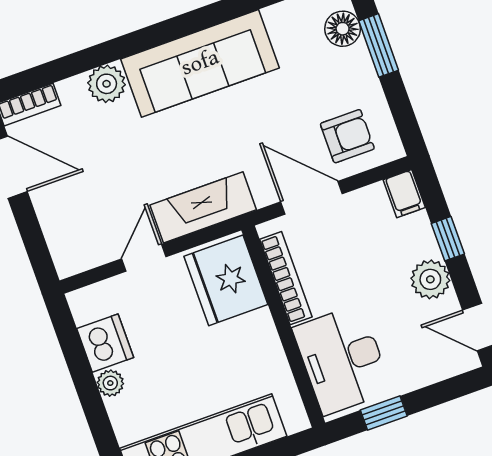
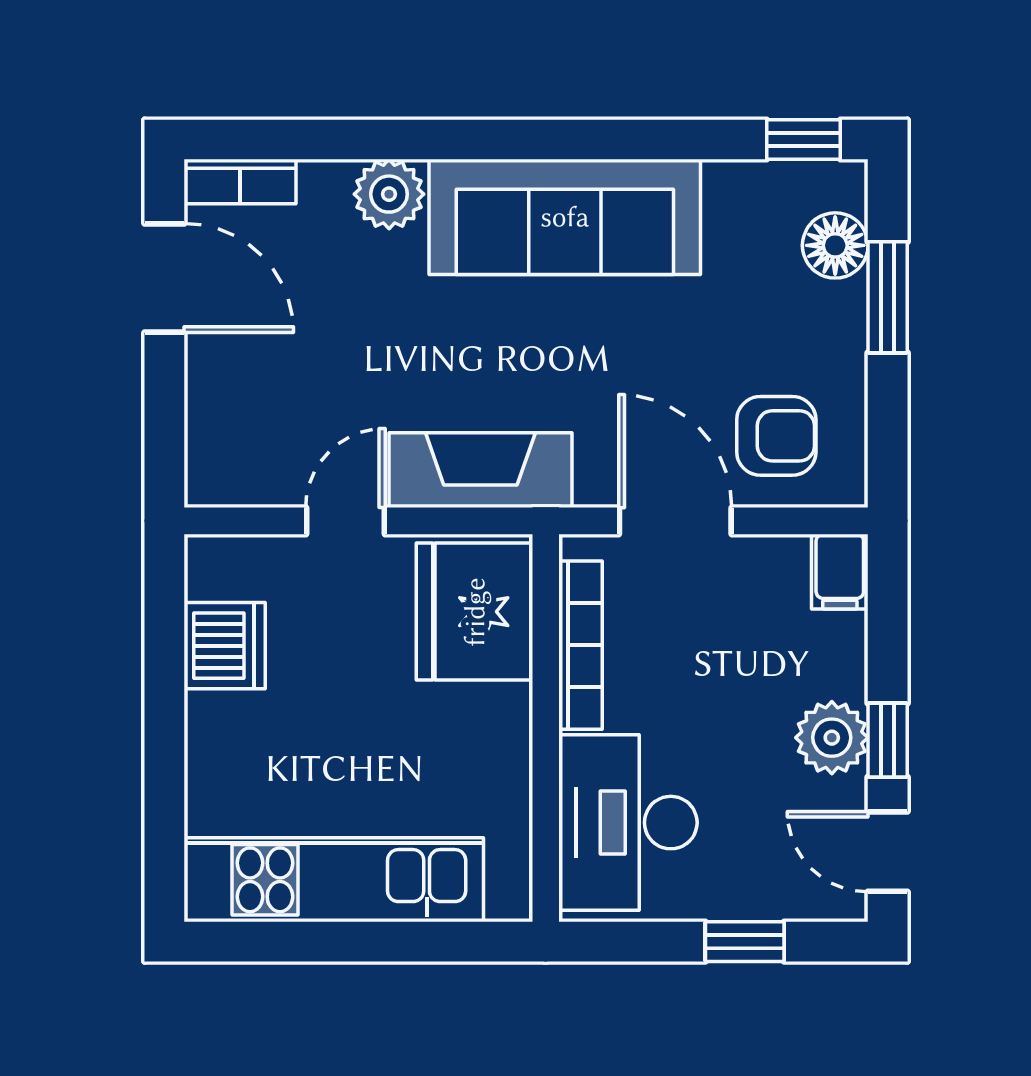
window: (448, 239) -> (888, 740), moved
plant: (110, 383) -> (209, 719), removed
window: (384, 413) -> (745, 942), moved

